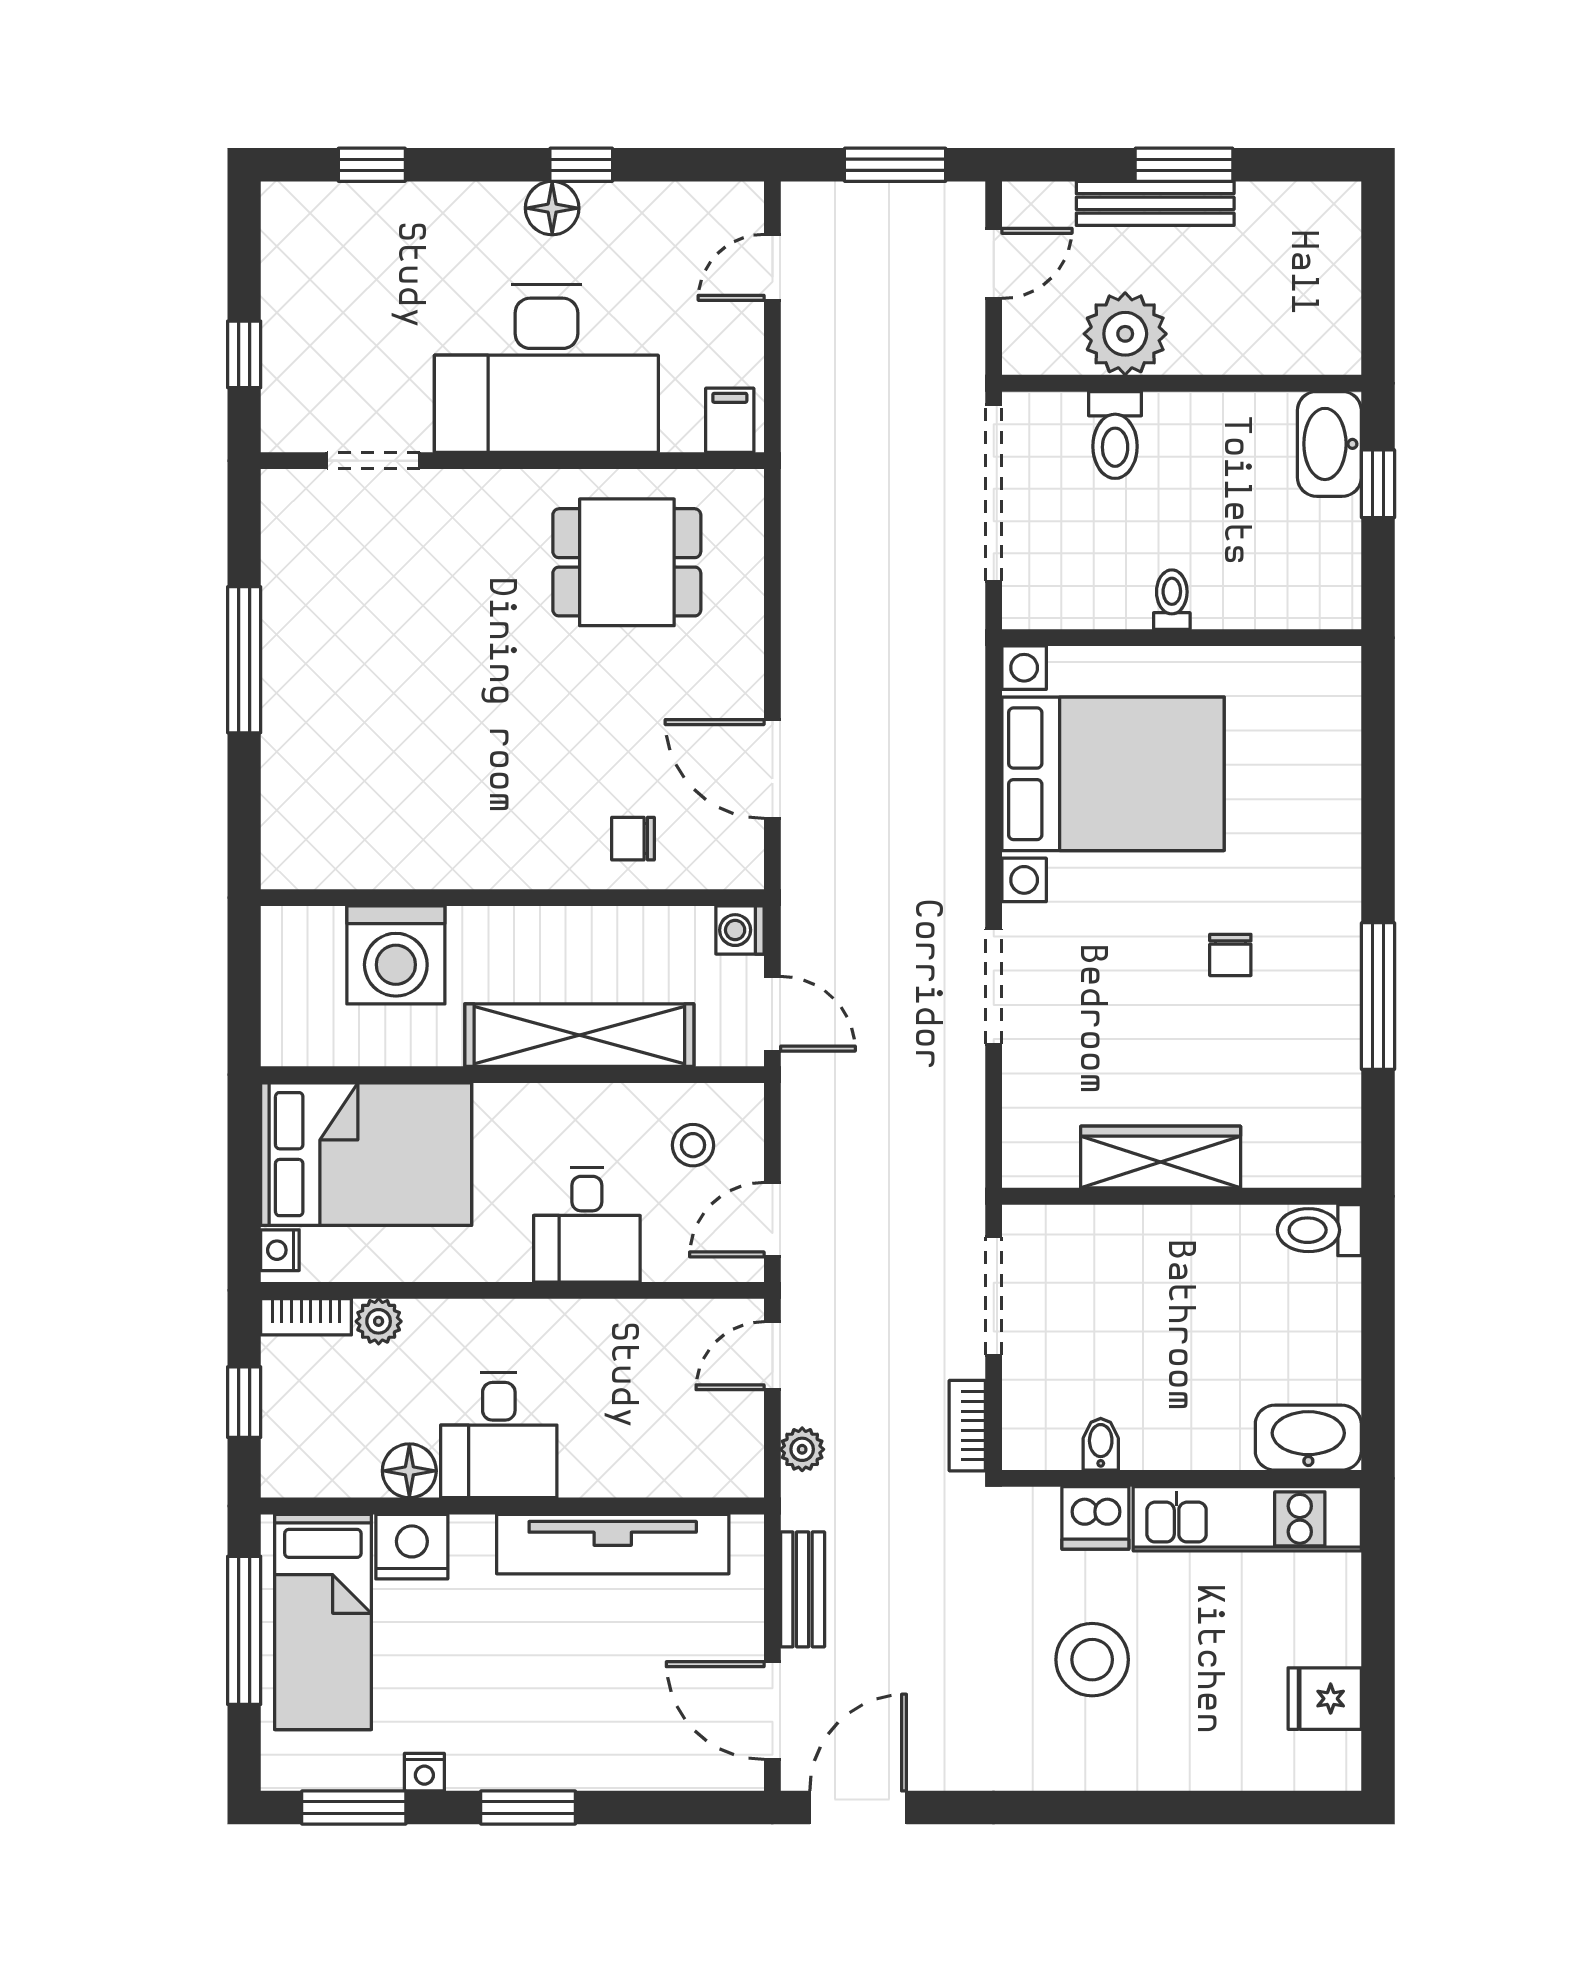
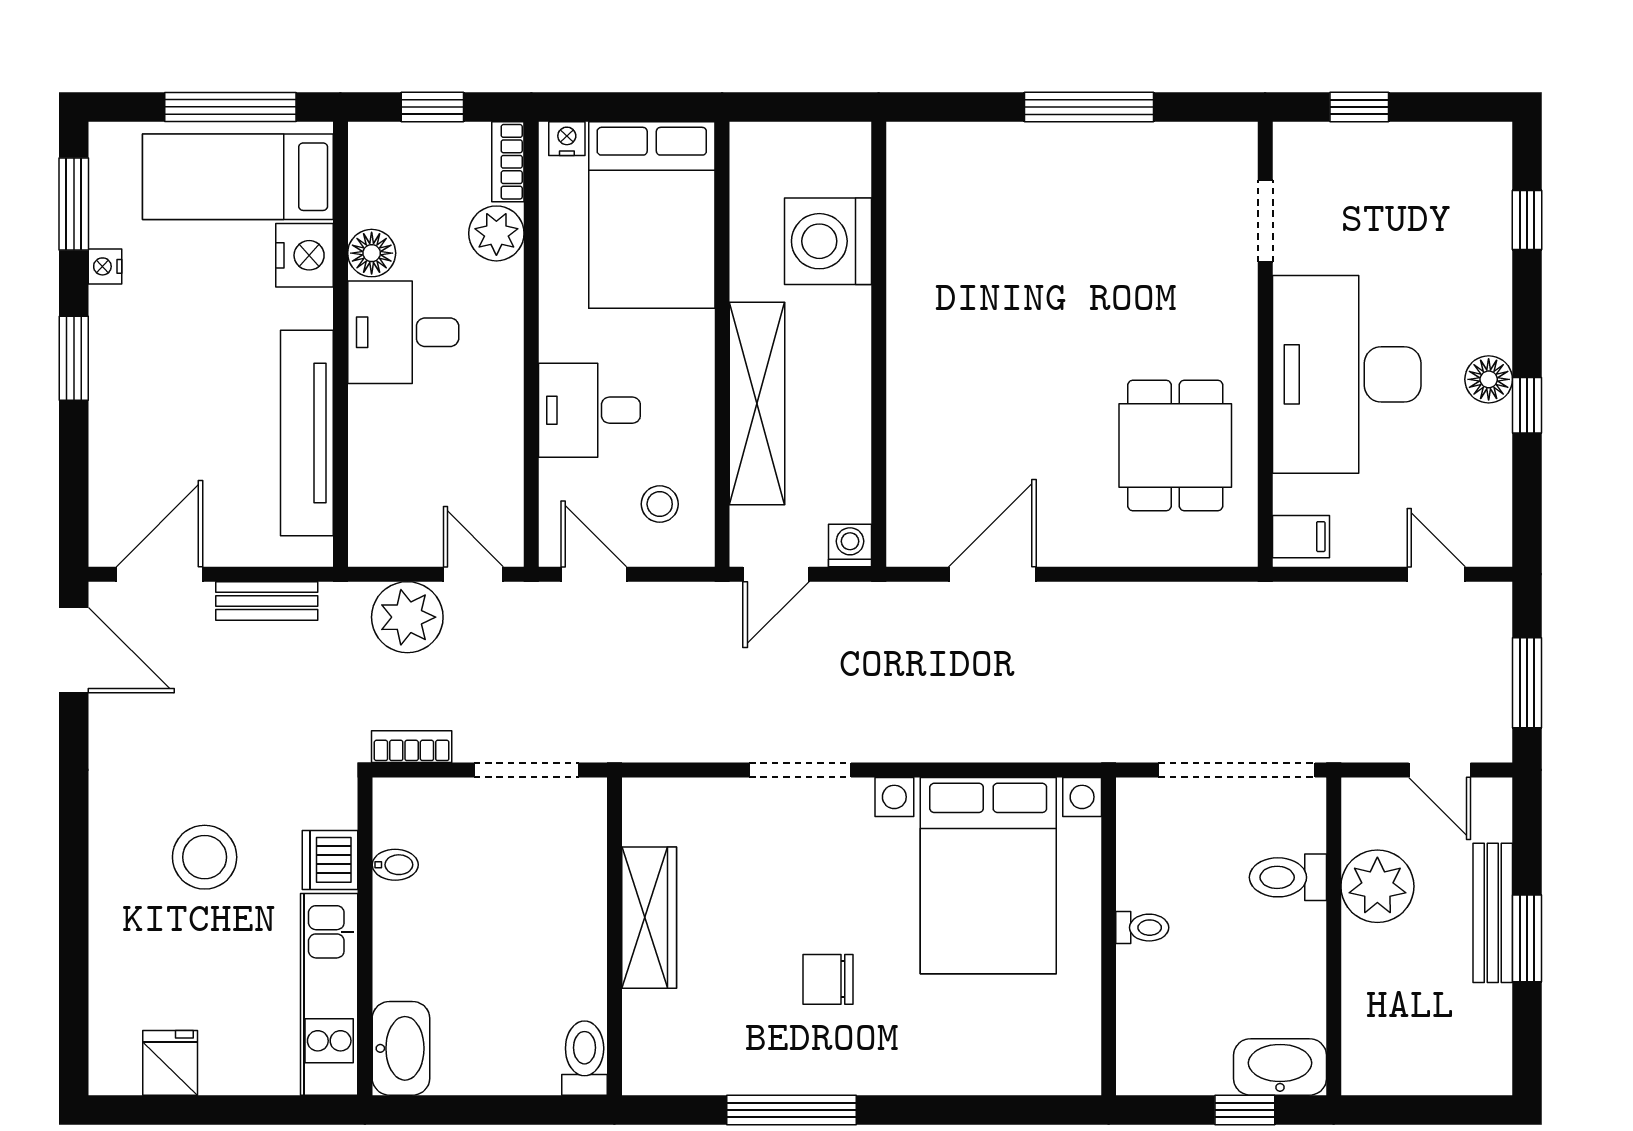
chair: (633, 839) -> (931, 451), removed
chair: (1230, 955) -> (828, 979), width x1.37, depth x1.37
plant: (379, 1321) -> (496, 233), width x1.38, depth x1.38
plant: (802, 1449) -> (407, 617), width x1.88, depth x1.88

